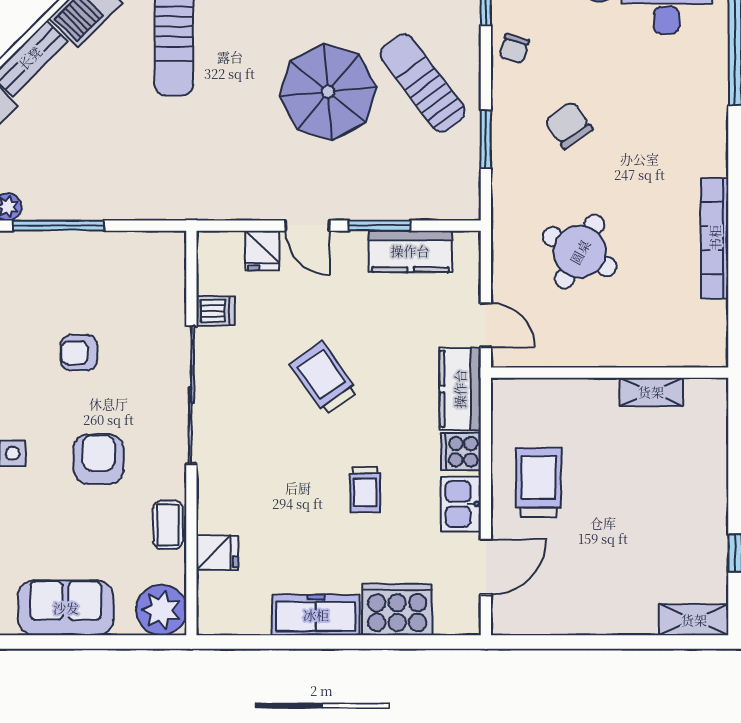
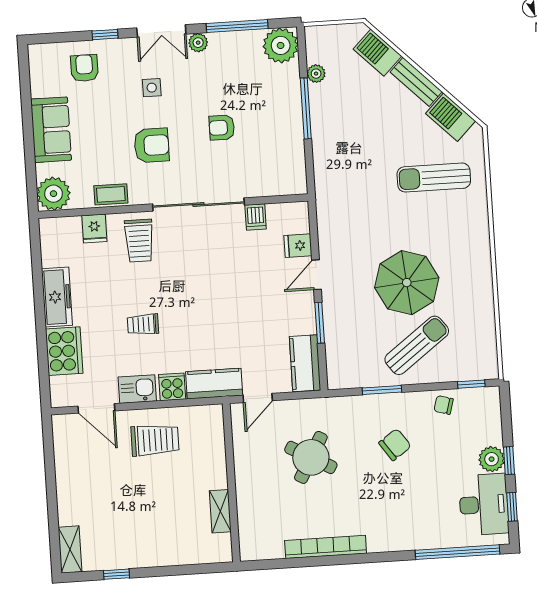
kitchen counter: (410, 251) -> (305, 363), moved
armchair: (79, 353) -> (222, 128), turned -90
trolley: (324, 378) -> (139, 241), moved, turned 125

